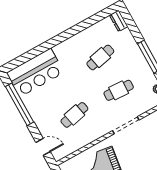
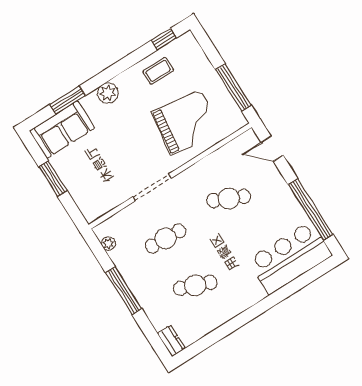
cafe table: (100, 57) -> (195, 285), turned 33
cafe table: (74, 115) -> (229, 199), turned 36

